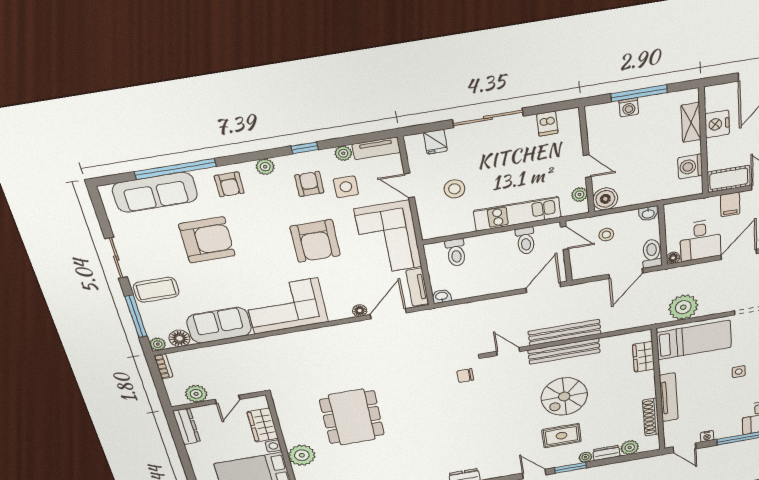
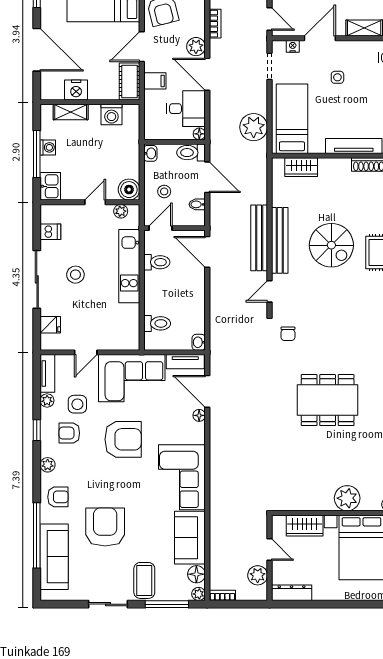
washing machine: (629, 107) -> (48, 147), moved
kitchen sink: (602, 115) -> (50, 186), added
stool: (454, 189) -> (75, 275), moved
bidet: (595, 269) -> (197, 204), added
dining table: (352, 417) -> (328, 400), moved

